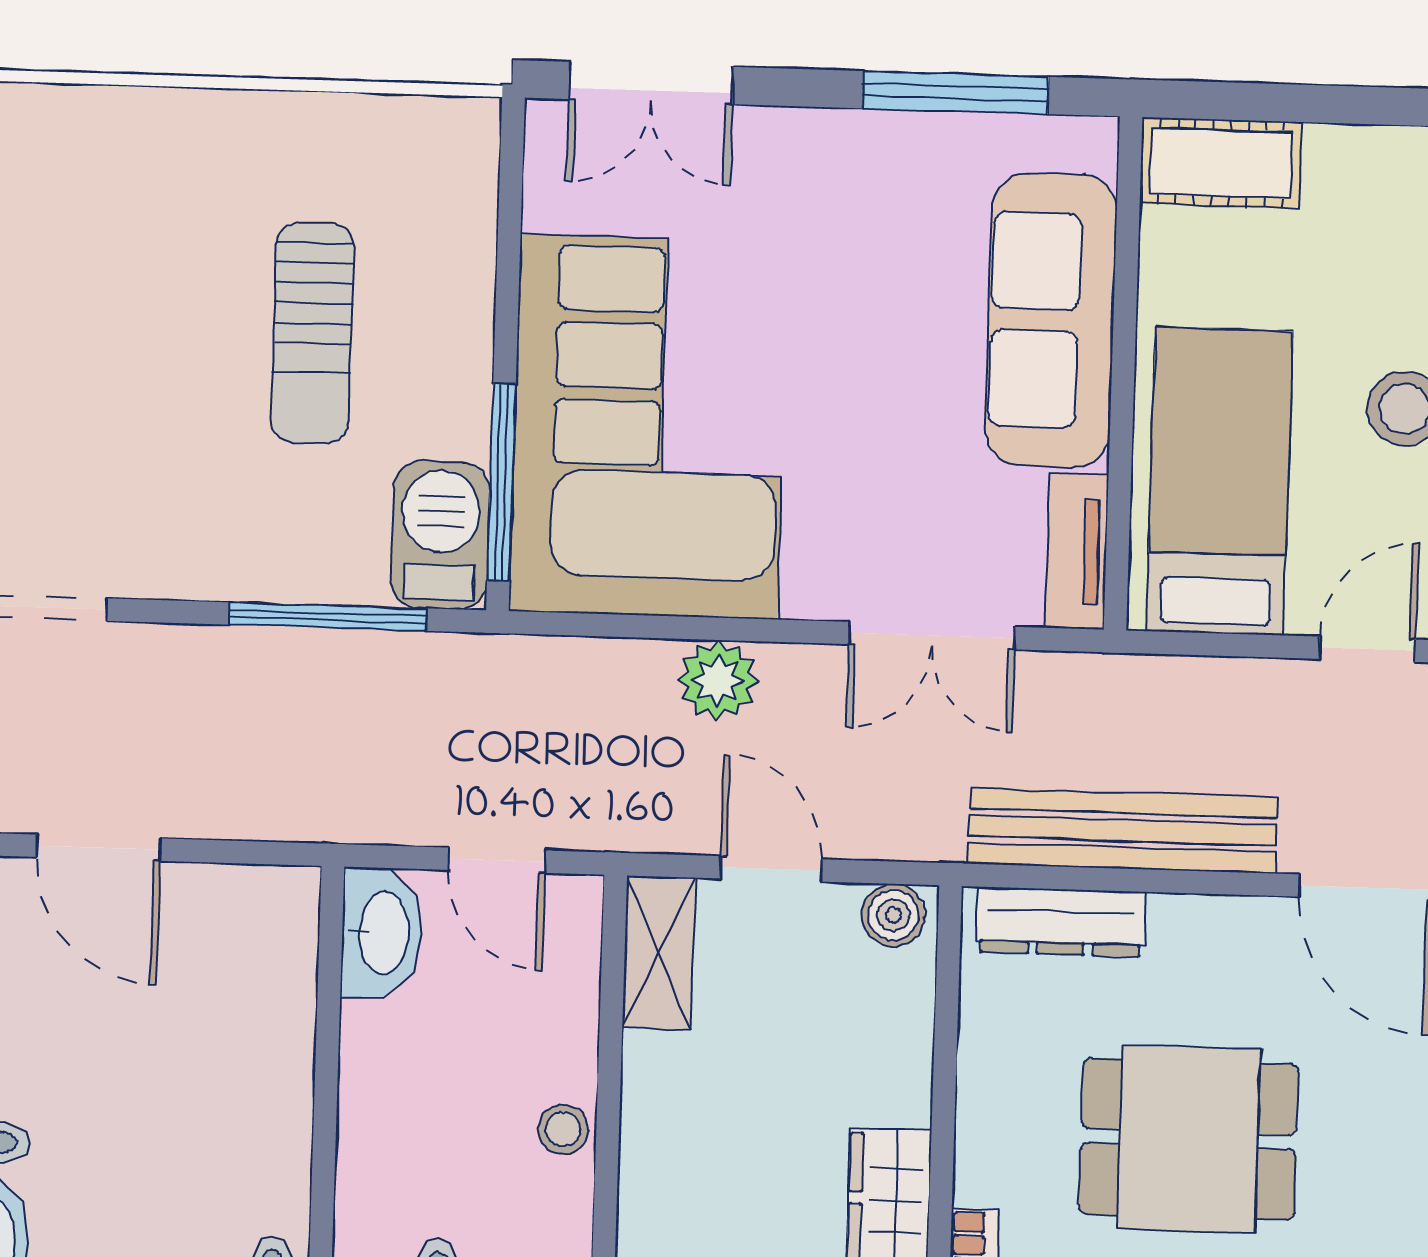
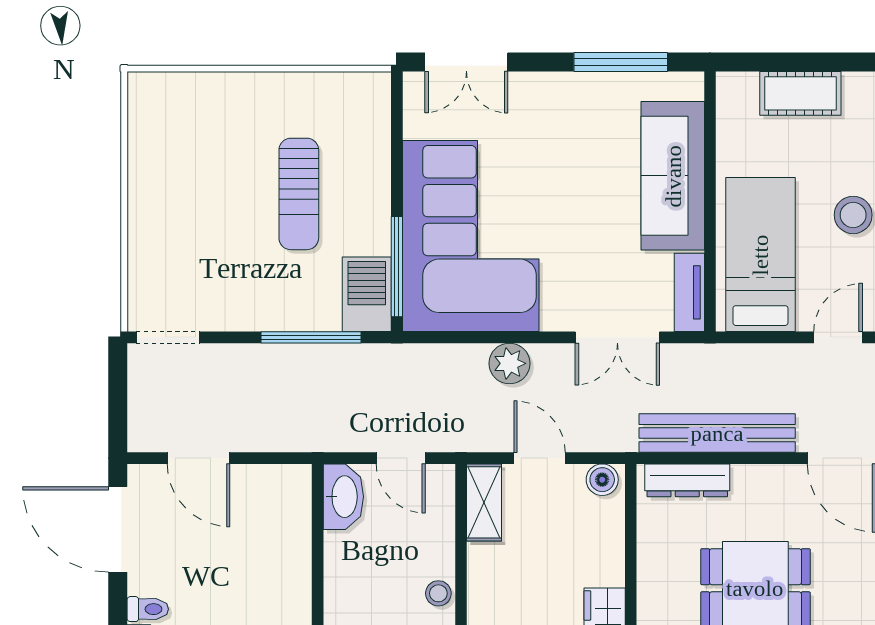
cot: (1221, 163) -> (800, 93), moved

